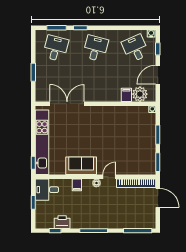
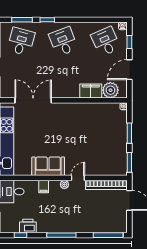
desk: (95, 48) -> (63, 42), turned -36
filing cabinet: (126, 95) -> (91, 91), width x2.00

